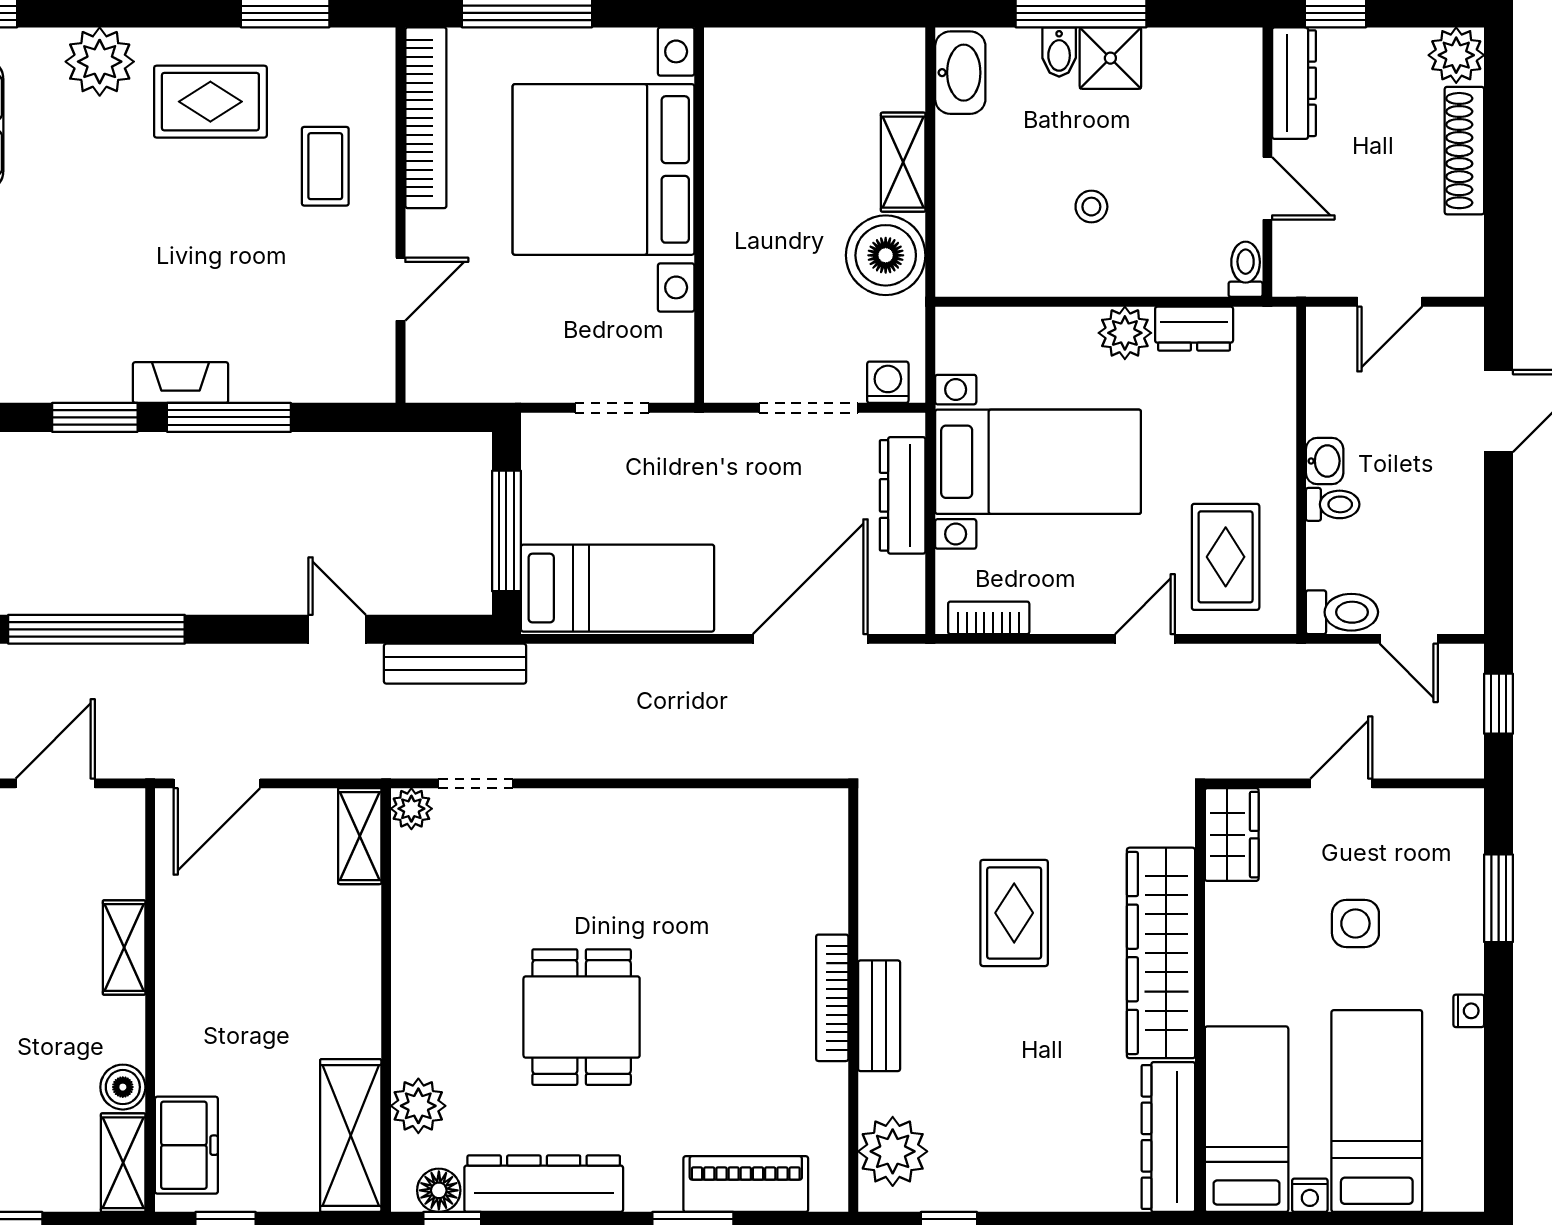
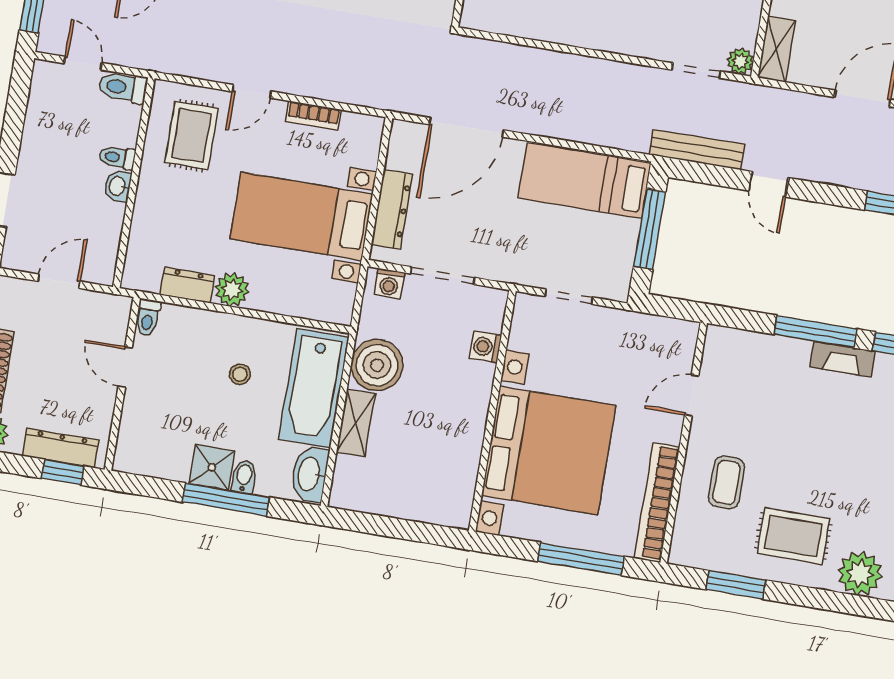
dresser: (1294, 83) -> (61, 448), moved, turned 90
bathtub: (976, 204) -> (314, 388), added
washing machine: (725, 311) -> (486, 347), added
bookcase: (989, 618) -> (313, 116), moved

